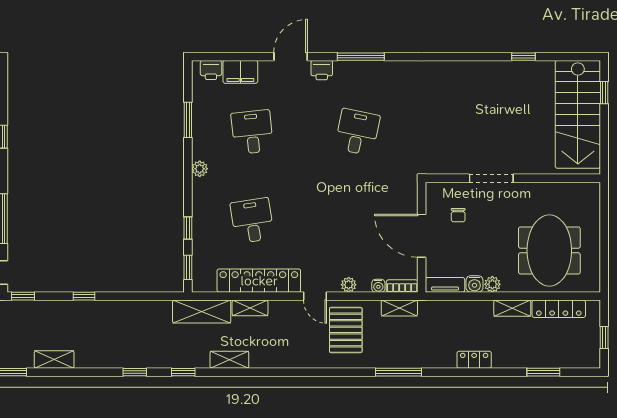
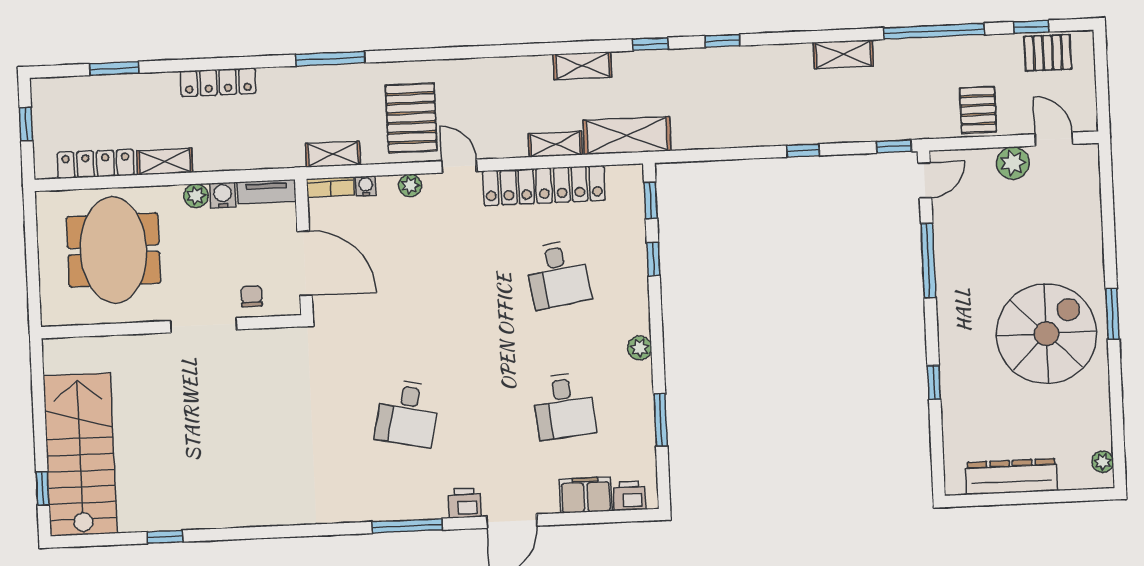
doorway: (491, 178) -> (204, 325), moved
wall: (513, 178) -> (171, 327), moved
locker: (474, 360) -> (218, 82), width x1.53

